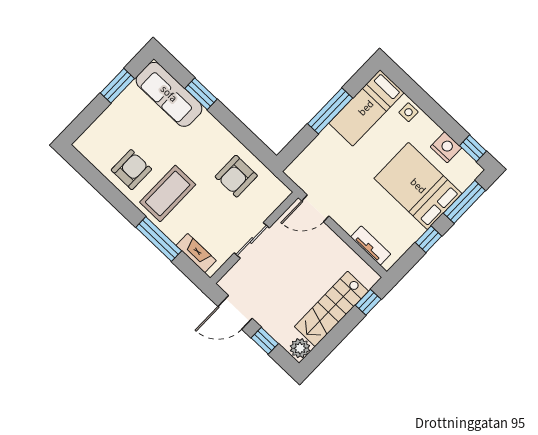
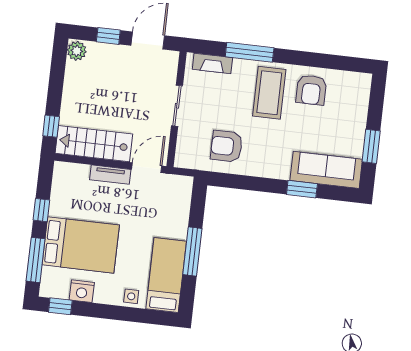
armchair: (236, 176) -> (227, 146), turned -90
tv unit: (371, 246) -> (110, 175), moved
stairs: (331, 309) -> (94, 144), moved, turned -90

